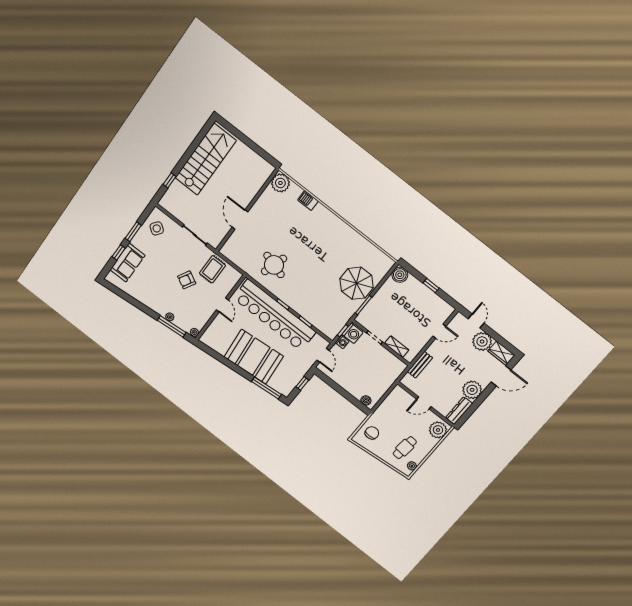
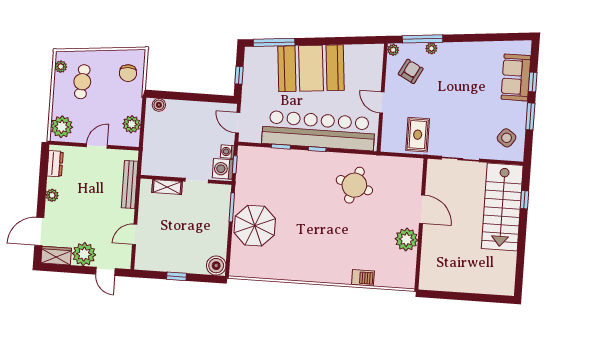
stairs: (206, 159) -> (502, 207), moved
plant: (280, 183) -> (406, 239), moved
armchair: (187, 280) -> (411, 71), moved
bench: (420, 365) -> (130, 185), width x1.36
plant: (472, 390) -> (52, 195), width x0.53, depth x0.53
plant: (392, 401) -> (132, 124), added
dresser: (459, 411) -> (55, 164), width x0.70

